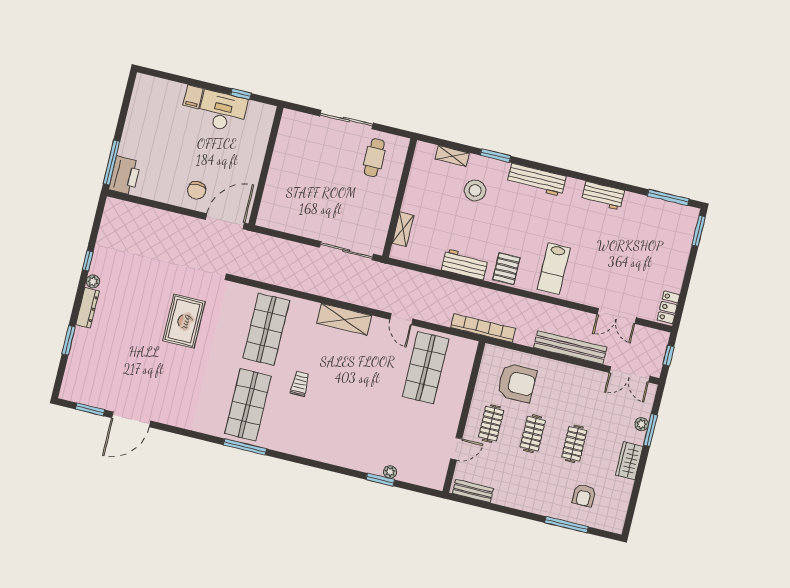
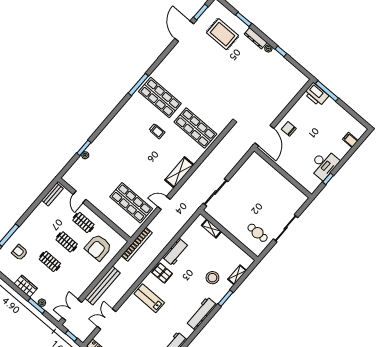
filing cabinet: (193, 97) -> (350, 140), moved
rug: (184, 321) -> (222, 34), moved

